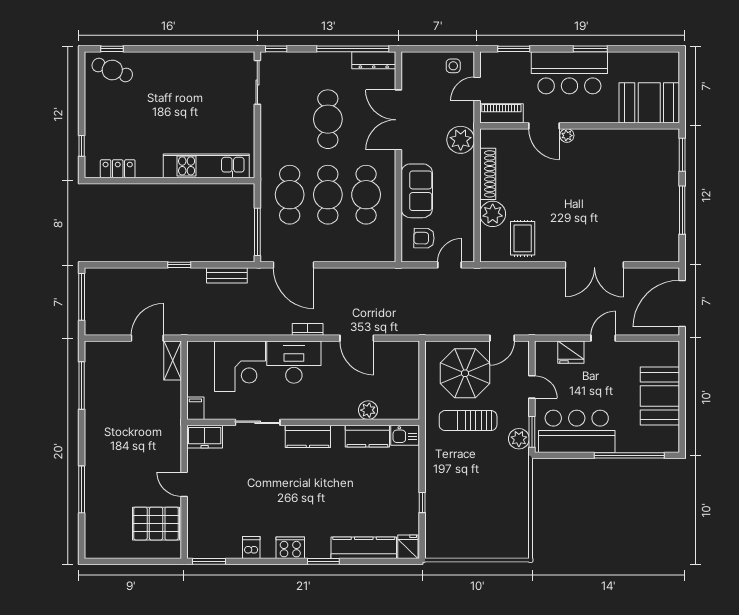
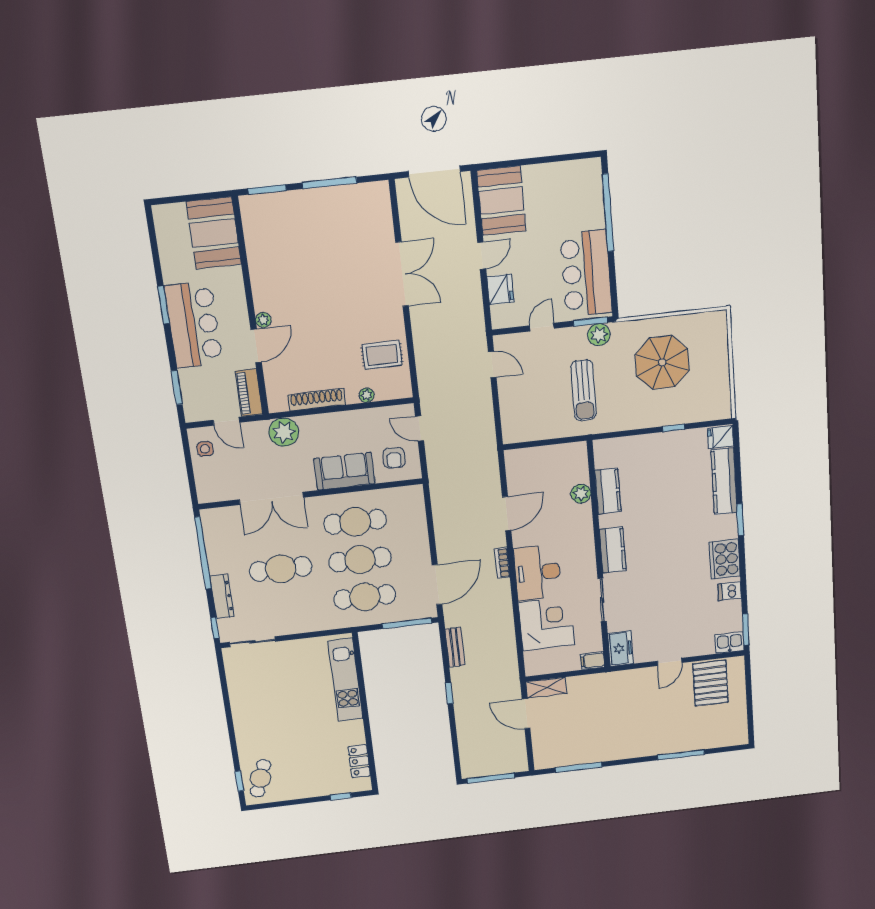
dresser: (374, 60) -> (222, 596), moved
plant: (493, 214) -> (367, 395), width x0.53, depth x0.53
door: (603, 338) -> (482, 256), swing flipped
parasol: (465, 373) -> (662, 362), moved
booth: (660, 396) -> (501, 201), moved, turned 90
kitchen sink: (405, 435) -> (730, 643), moved, turned -90
cooker: (290, 548) -> (725, 559), width x1.37, depth x1.31

